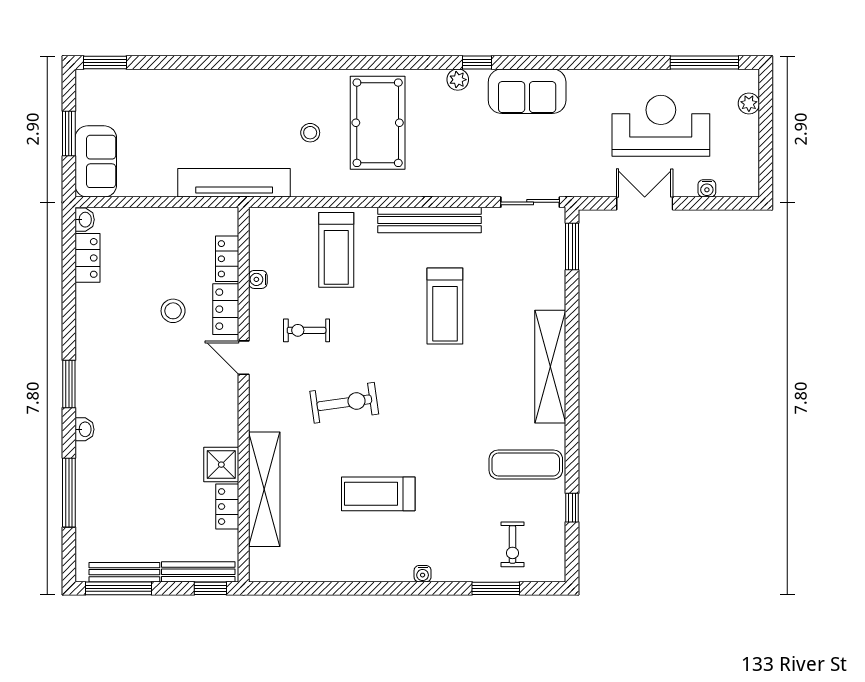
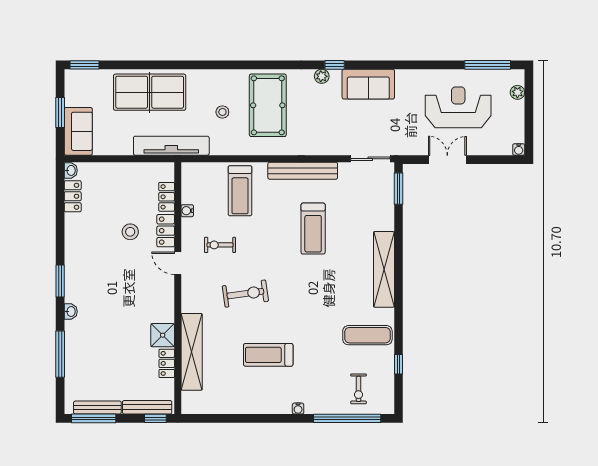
table tennis table: (202, 103) -> (150, 92), added
water cooler: (707, 188) -> (519, 149), moved
window: (496, 588) -> (347, 418), width x2.11

